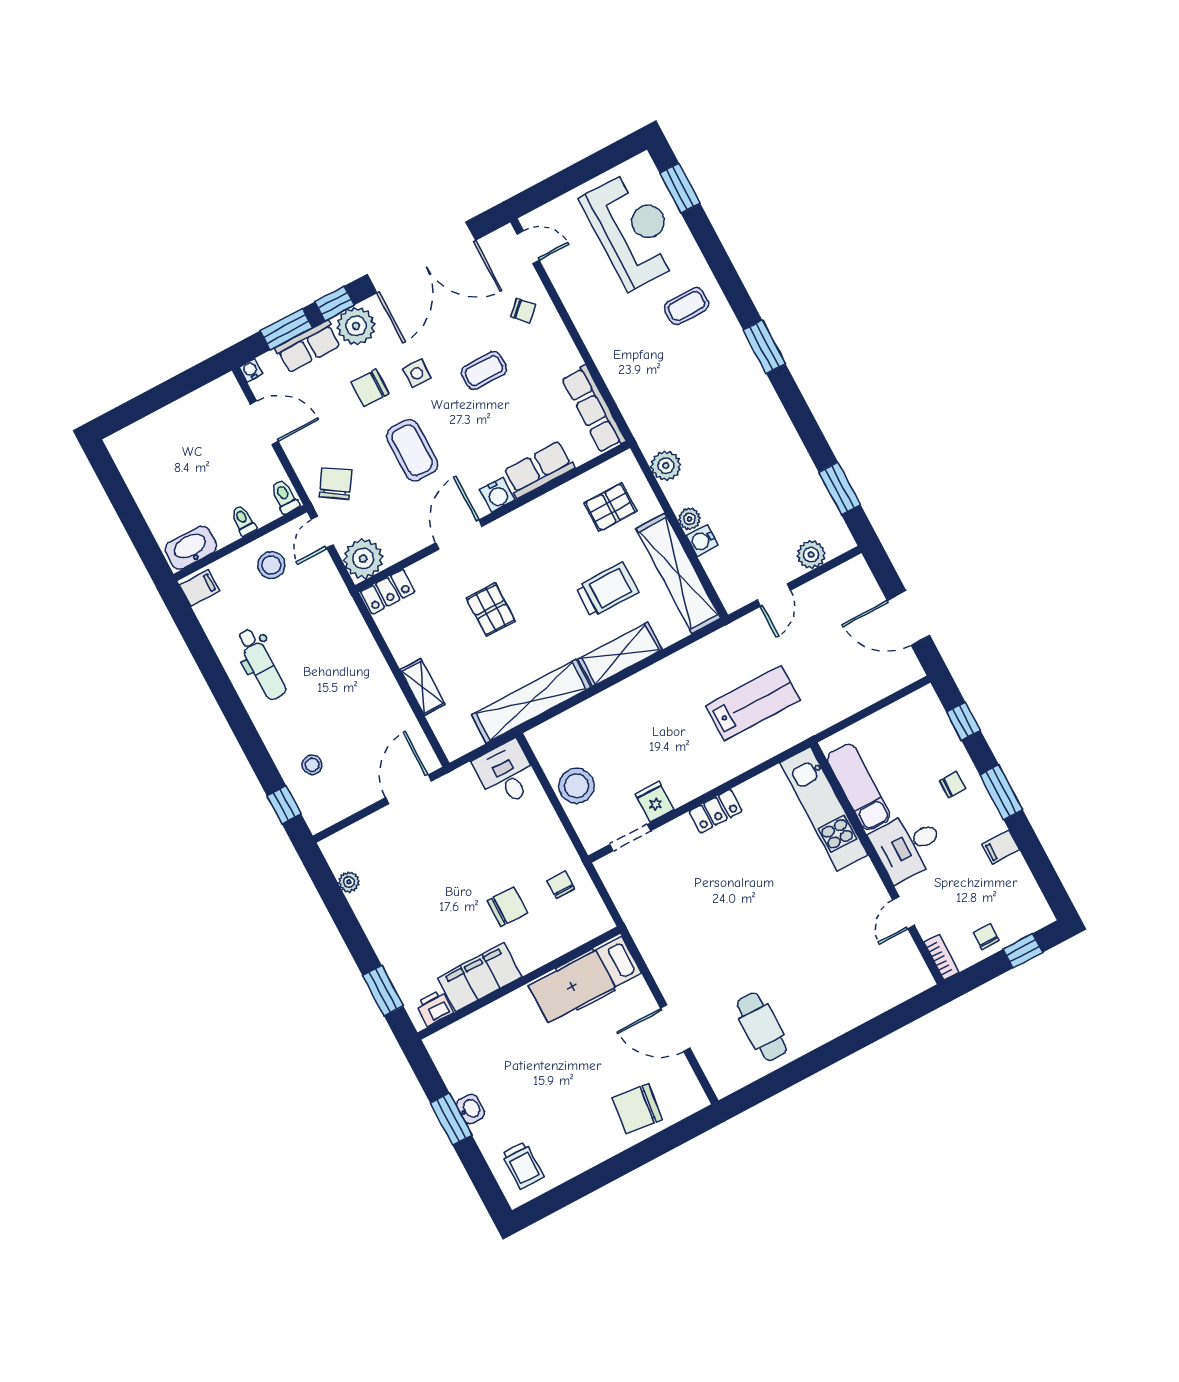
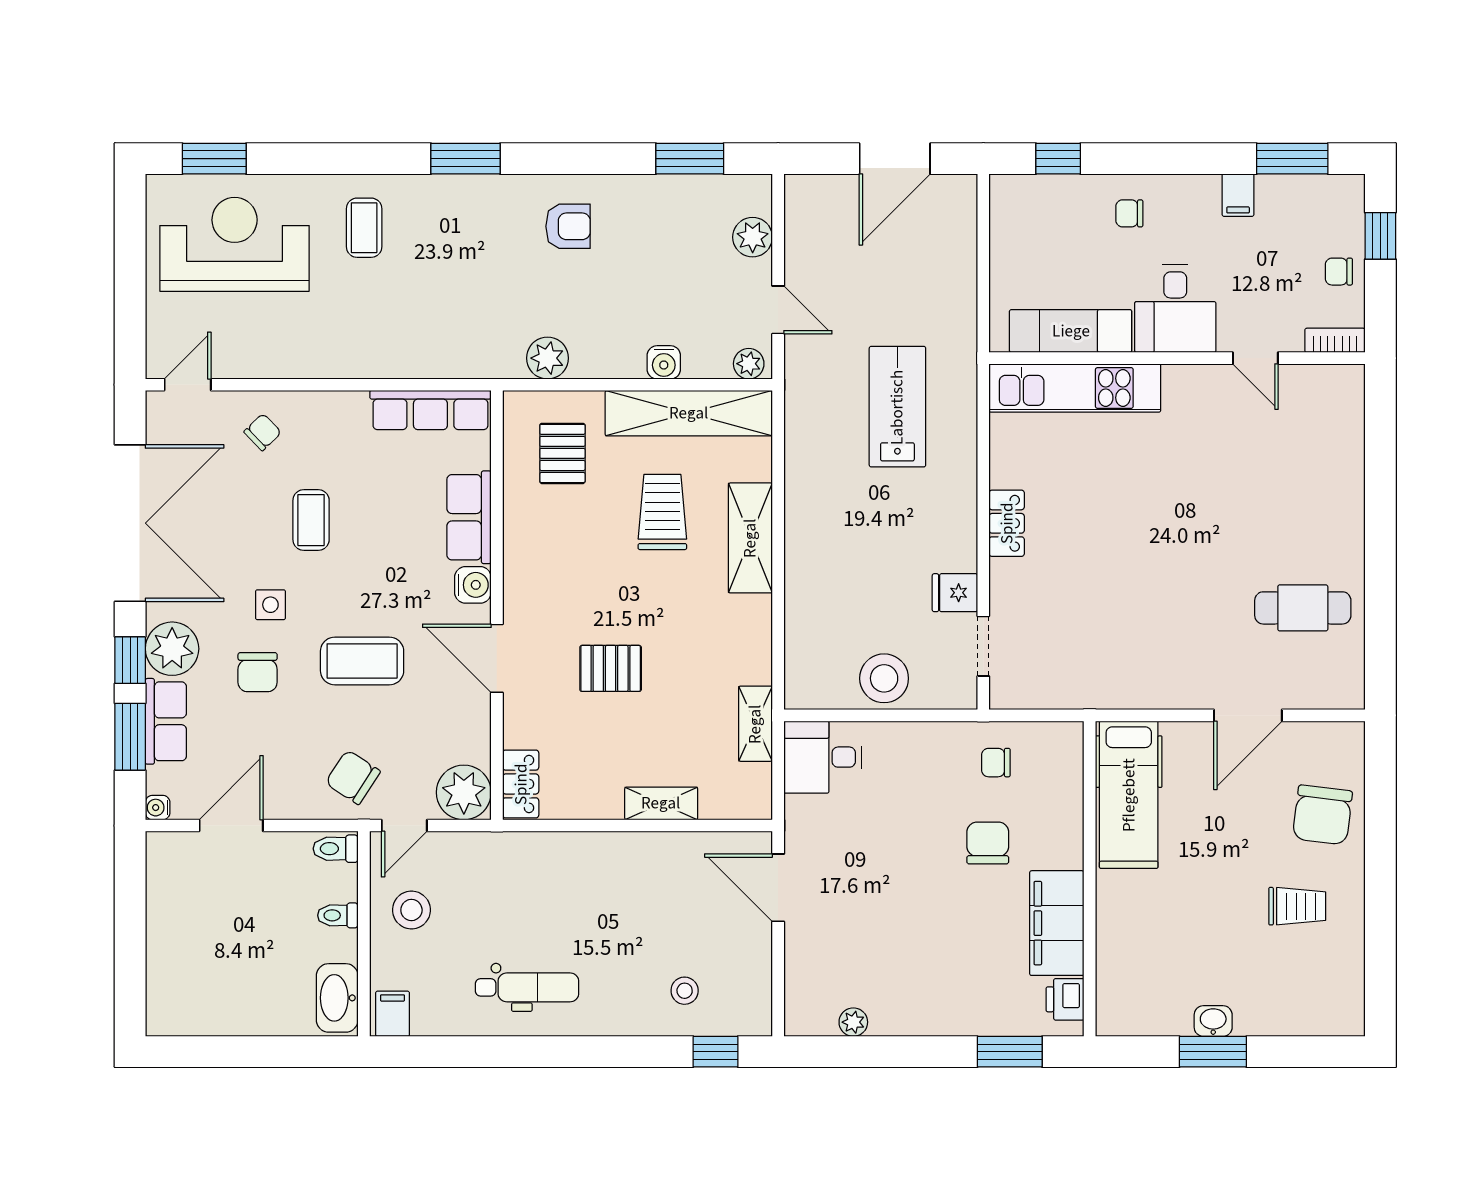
armchair: (756, 434) -> (568, 226), added
plant: (690, 519) -> (749, 364), moved
door: (322, 532) -> (404, 826), hinge flipped
shelving: (531, 701) -> (755, 724), width x0.45, depth x0.75
chair: (953, 785) -> (1129, 213), turned -90
window: (1001, 792) -> (1292, 159), moved
trolley: (523, 1165) -> (1297, 906), moved

